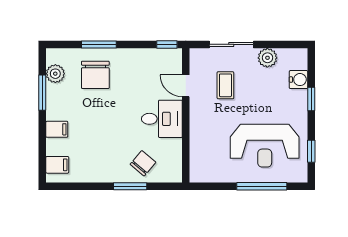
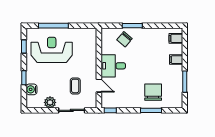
plant: (55, 74) -> (177, 93), removed

